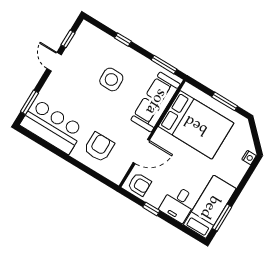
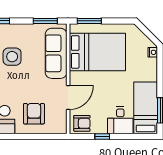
window: (225, 101) -> (89, 21), moved

